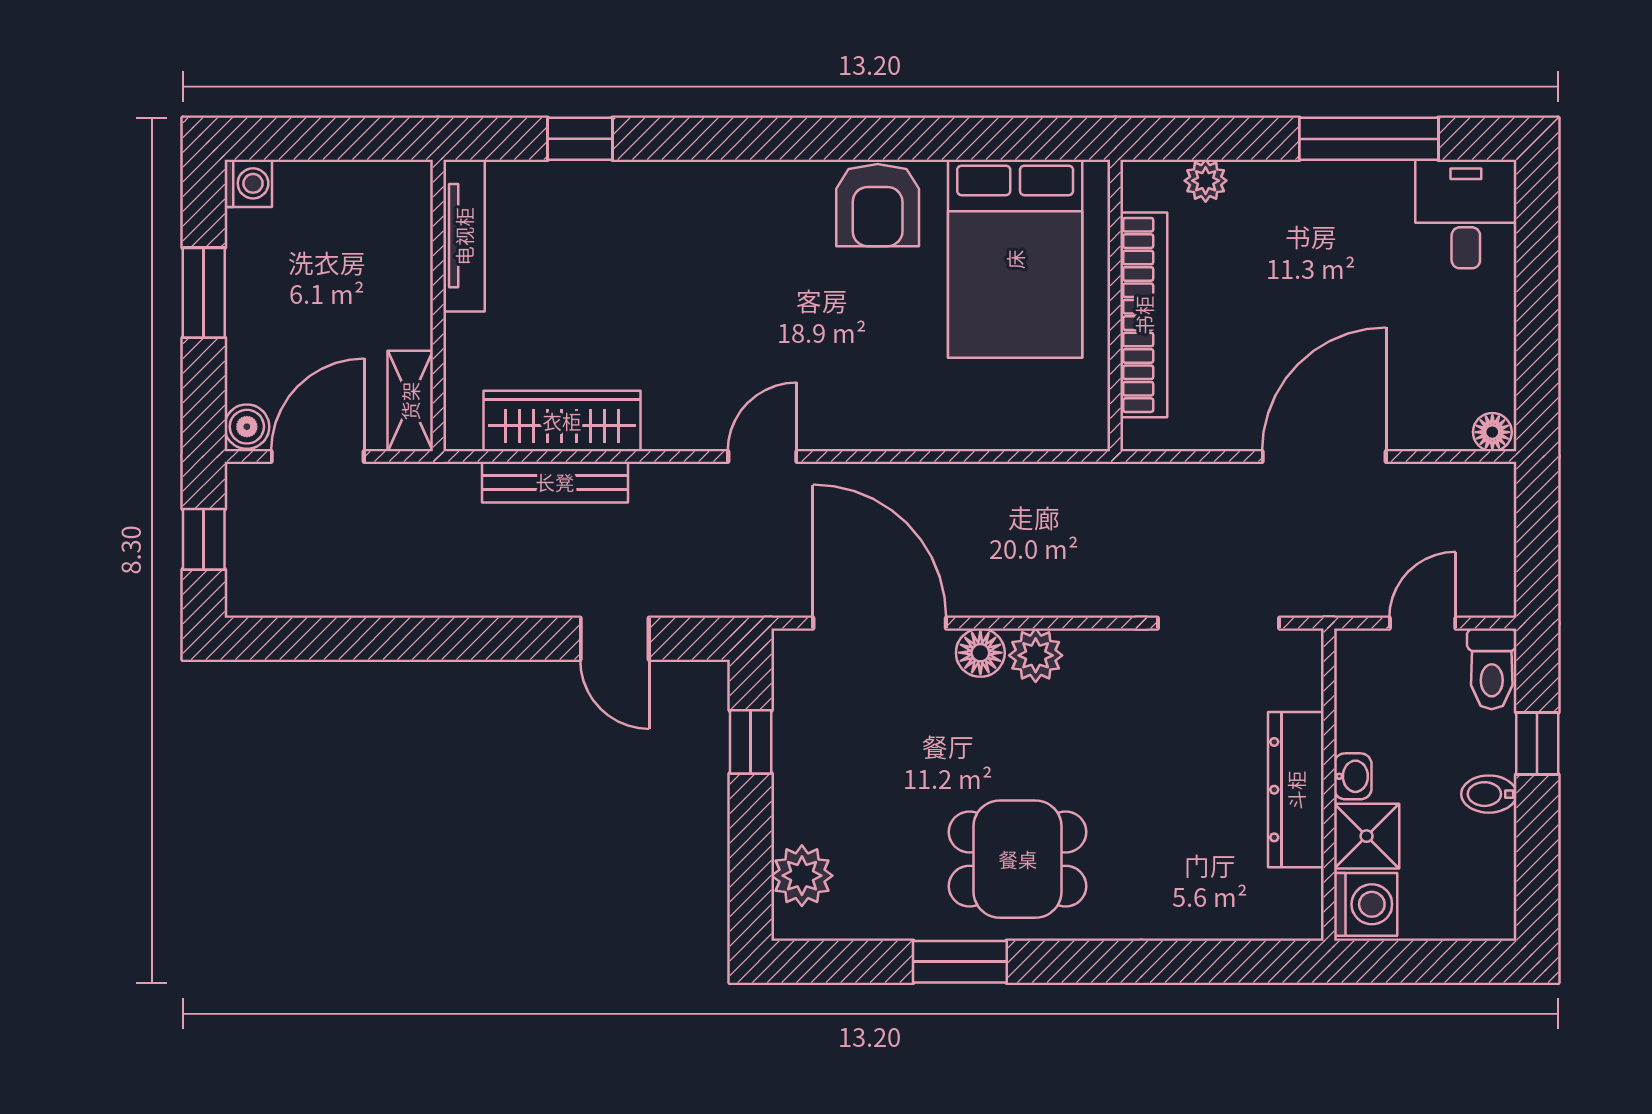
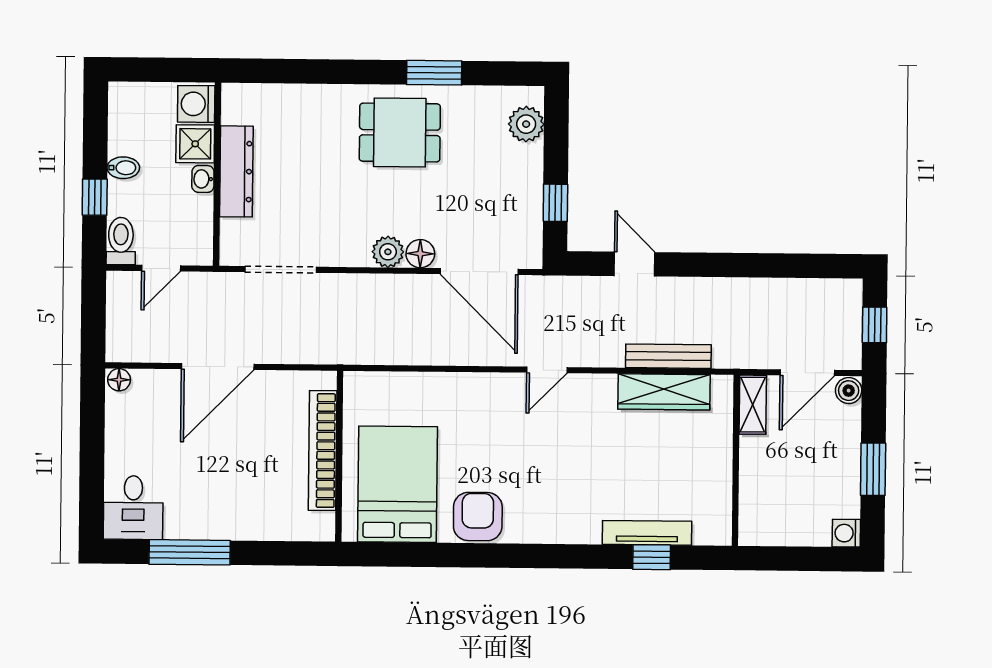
plant: (1206, 181) -> (285, 529), removed
tv unit: (464, 236) -> (647, 533), moved, turned 90

